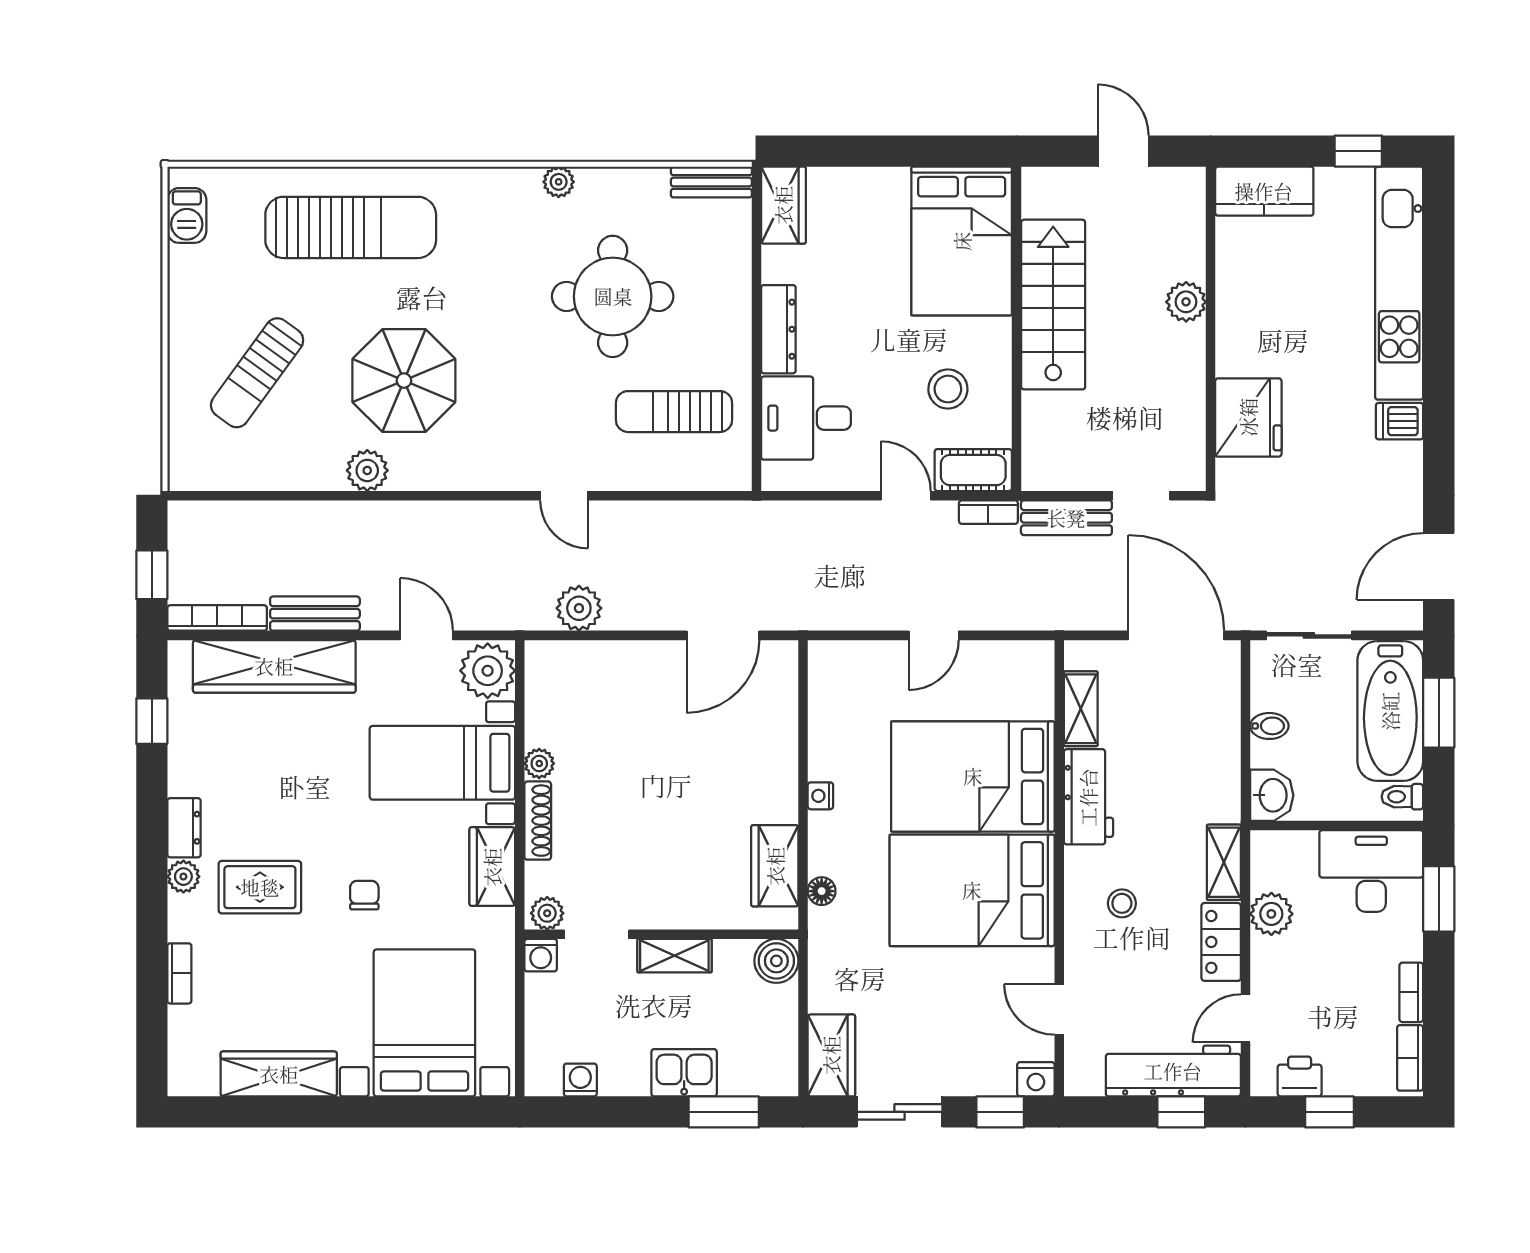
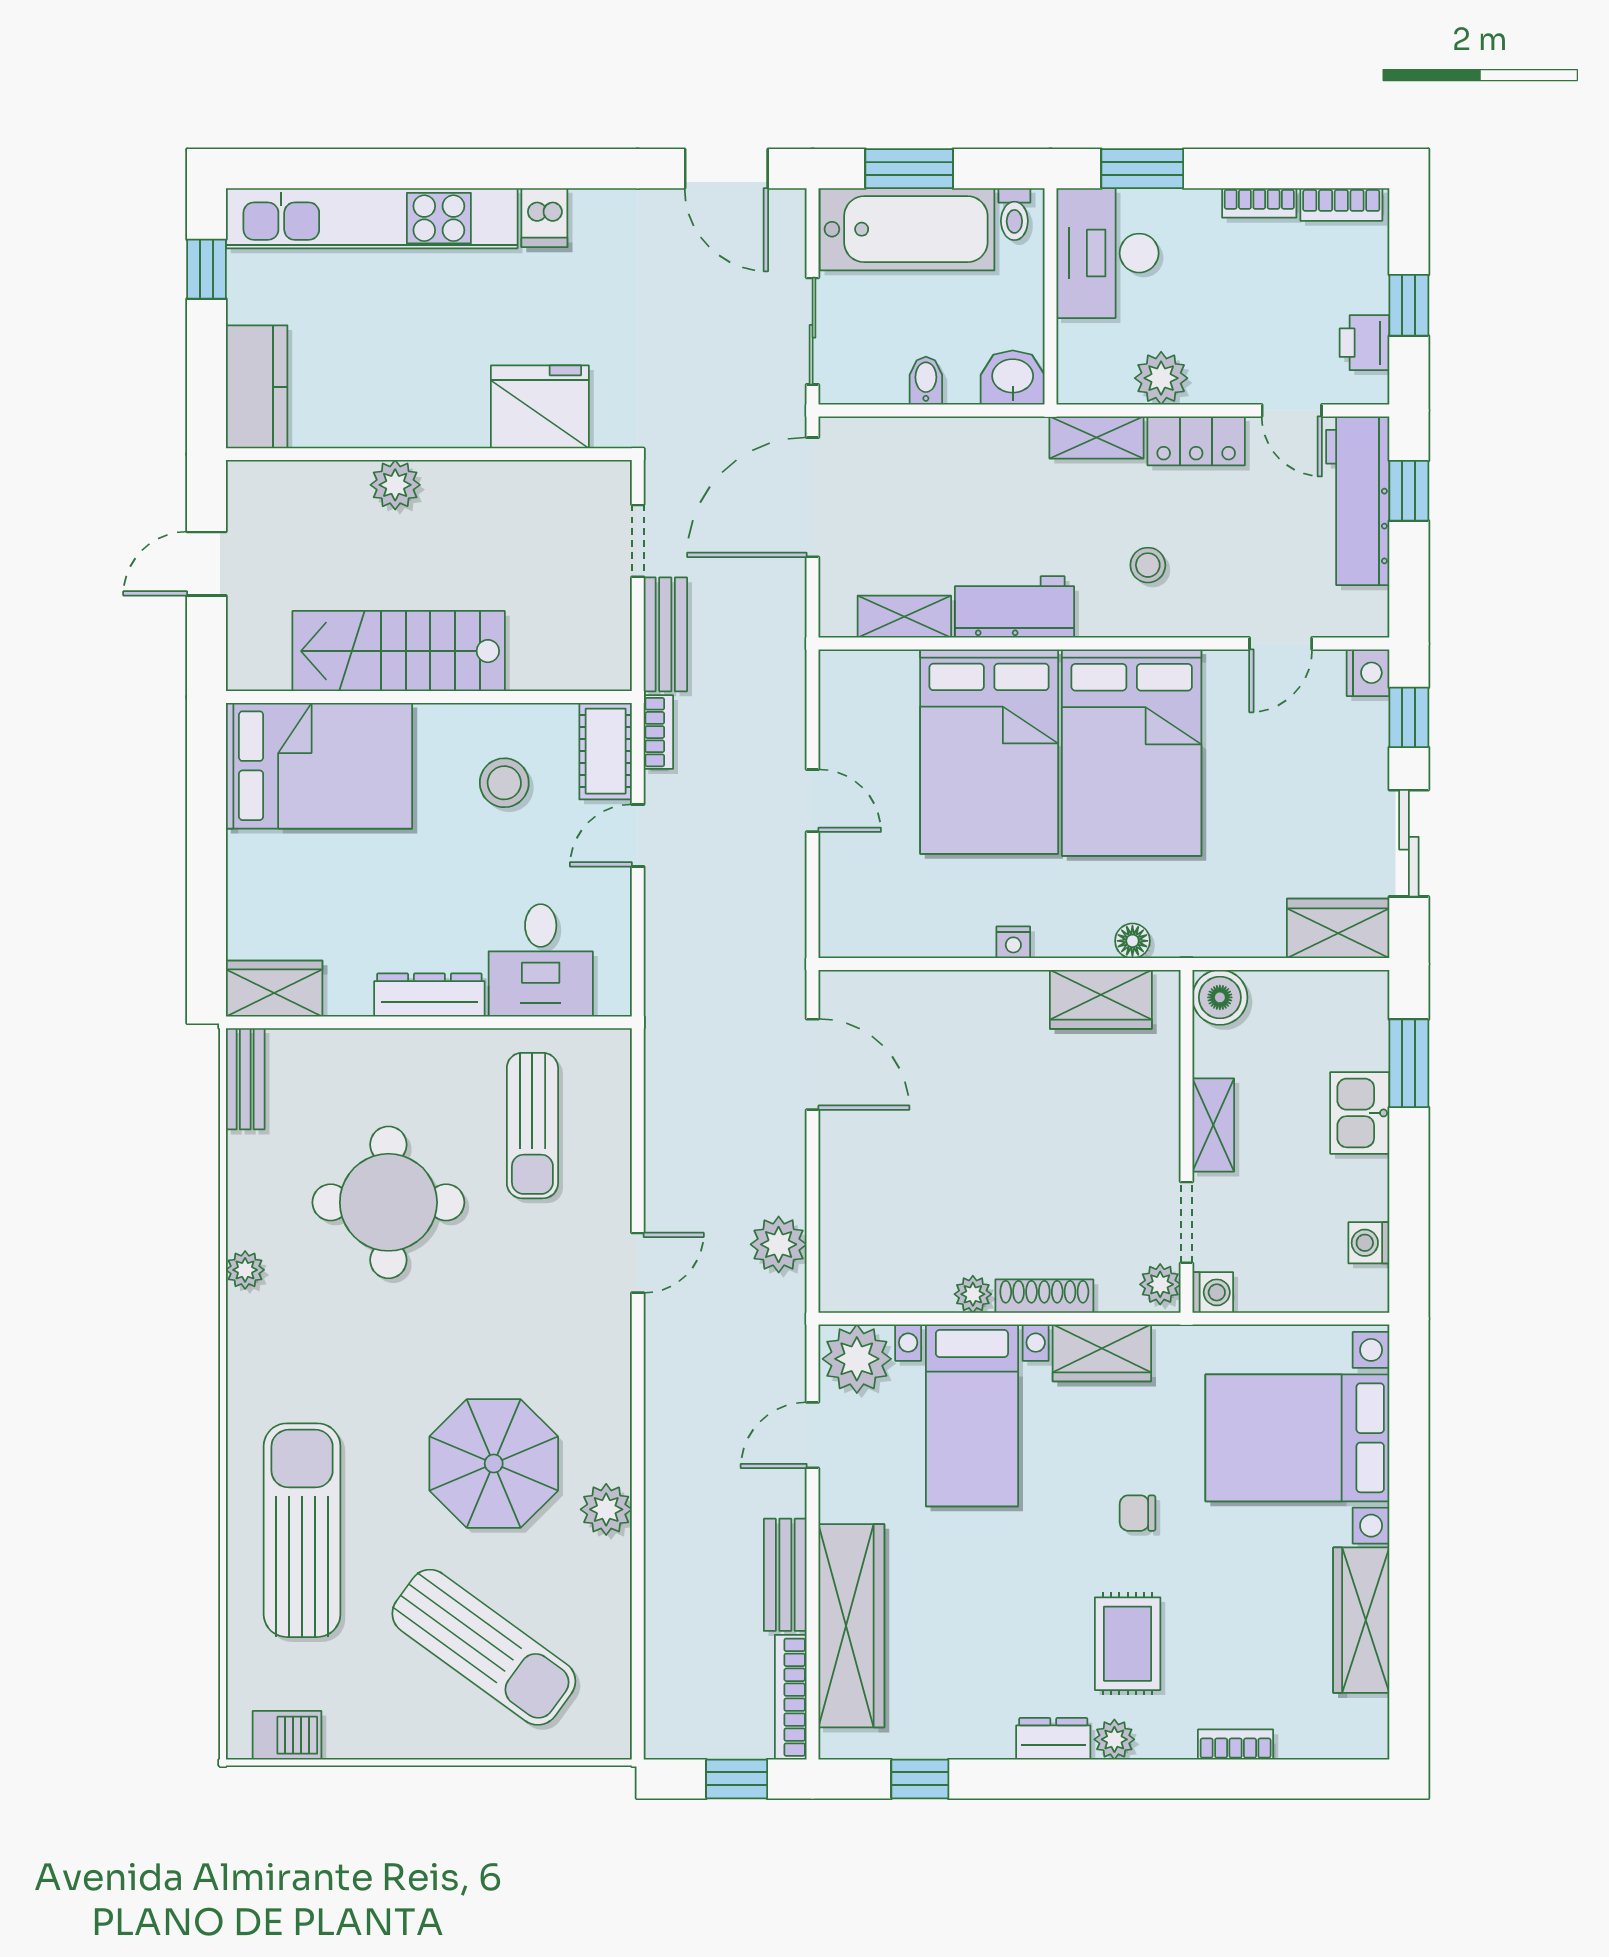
sun lounger: (257, 373) -> (484, 1647), width x1.36, depth x1.34

